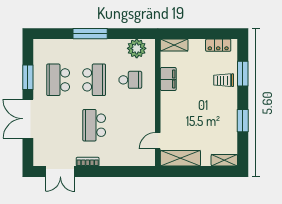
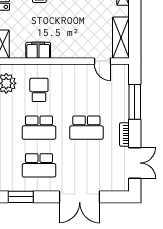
window: (28, 77) -> (21, 197), moved
school desk: (94, 80) -> (39, 128), turned 180
window: (119, 172) -> (135, 102), added

